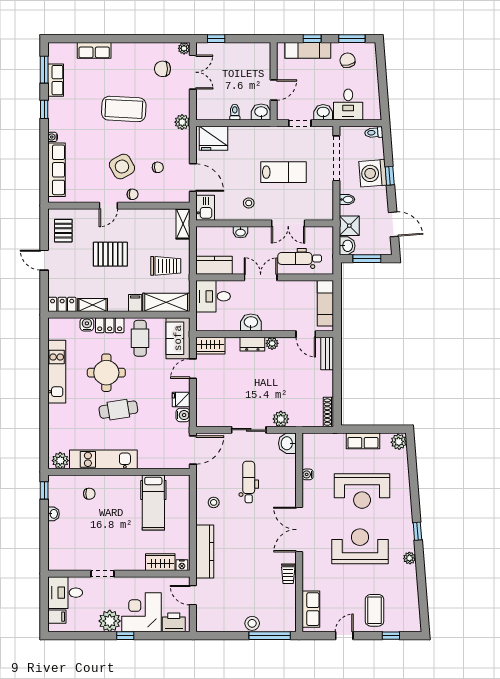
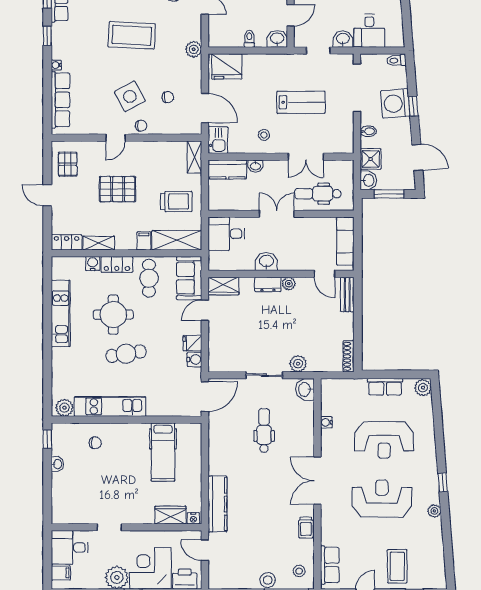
kitchen counter: (214, 265) -> (227, 169), moved, turned 180
stool: (214, 502) -> (299, 571), moved

